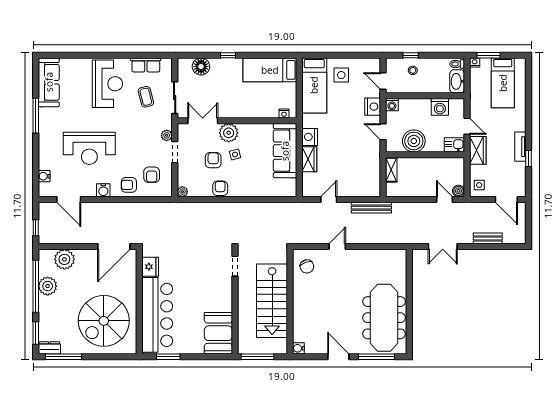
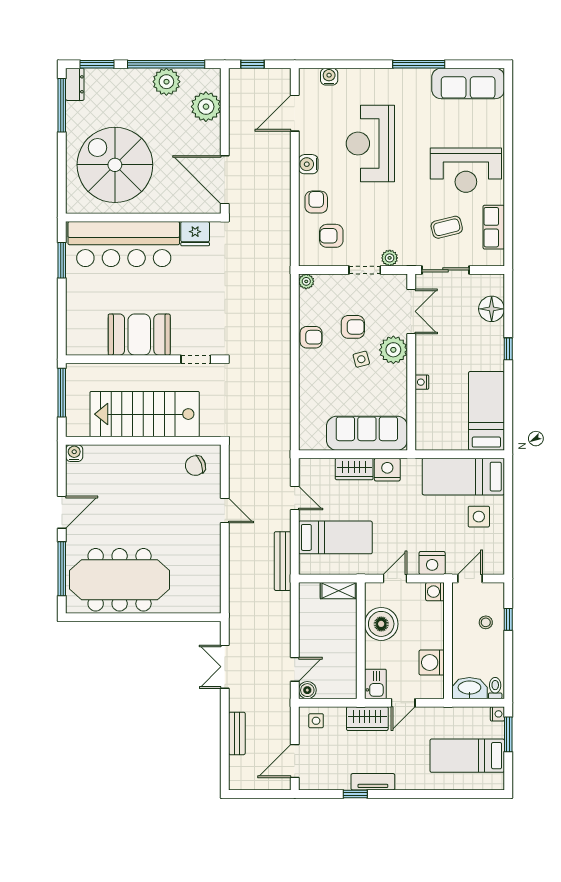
nightstand: (284, 114) -> (422, 382), moved
bed: (355, 172) -> (335, 537), added
booth: (218, 333) -> (139, 335), moved

